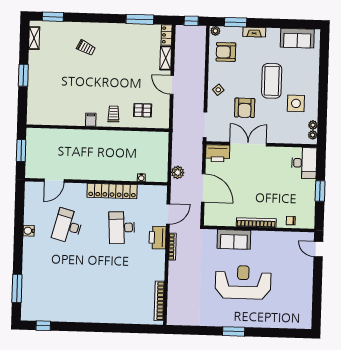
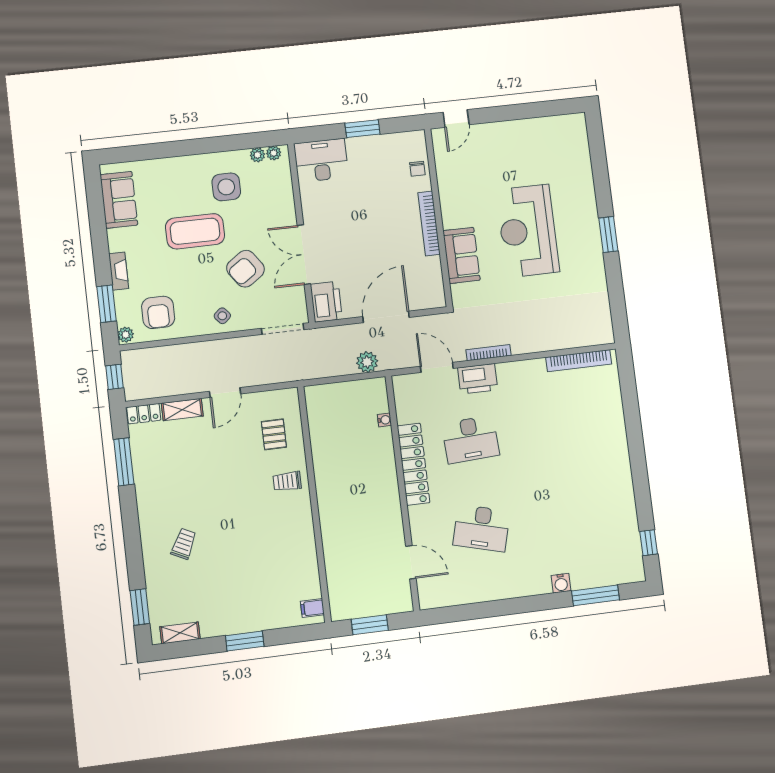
armchair: (245, 108) -> (245, 269), turned 145
filing cabinet: (91, 120) -> (312, 608), moved
water cooler: (29, 231) -> (561, 583), moved

